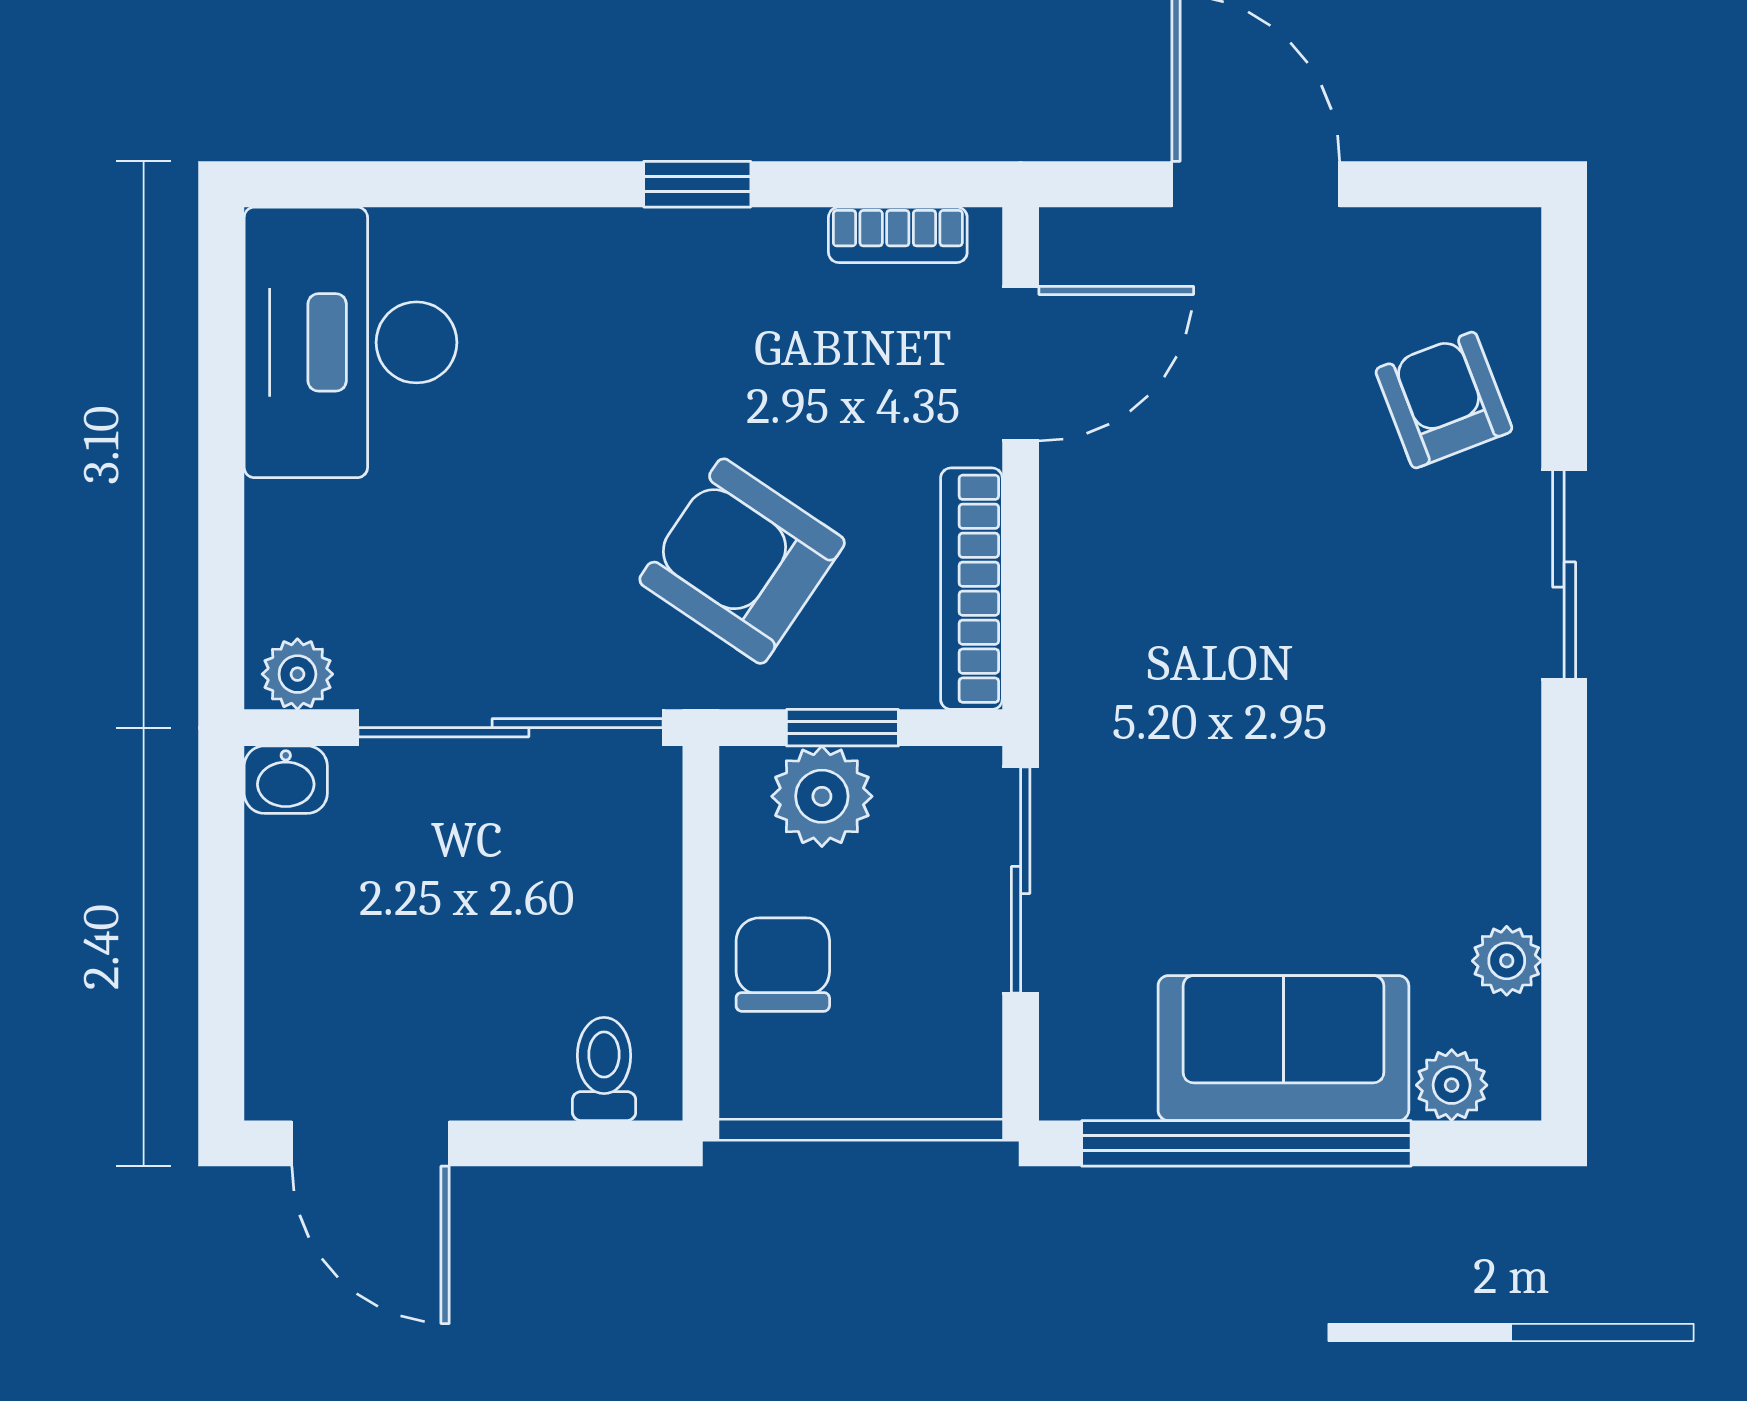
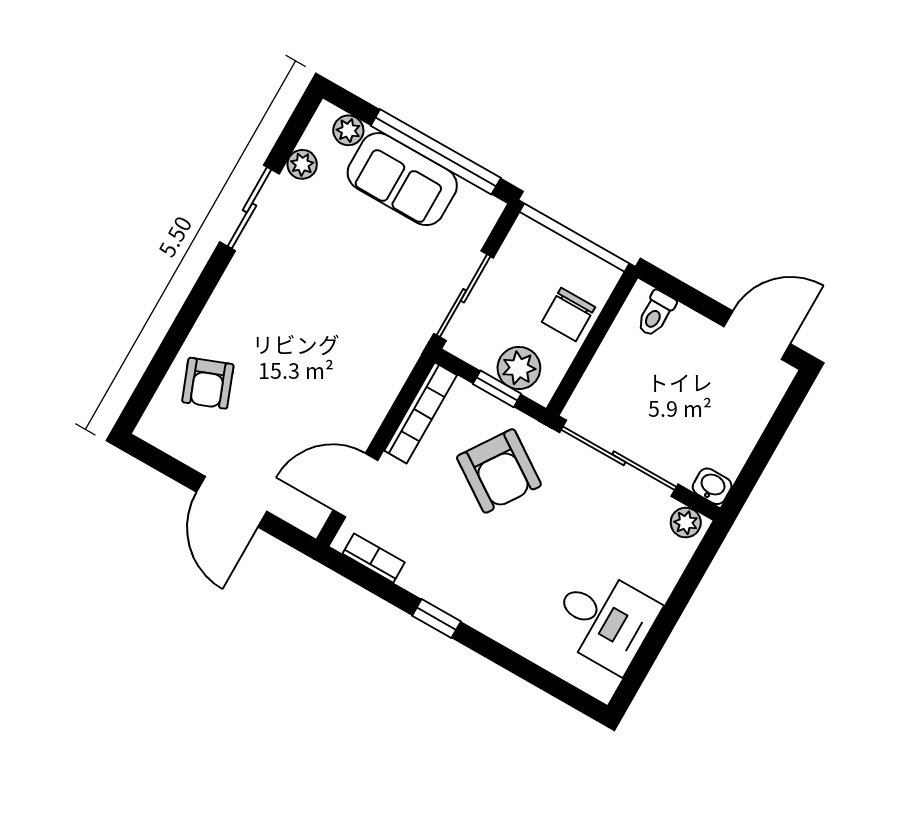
desk: (351, 342) -> (605, 620), width x0.73
sliding door: (1564, 575) -> (249, 208), moved
door: (371, 1143) -> (757, 335), hinge flipped

